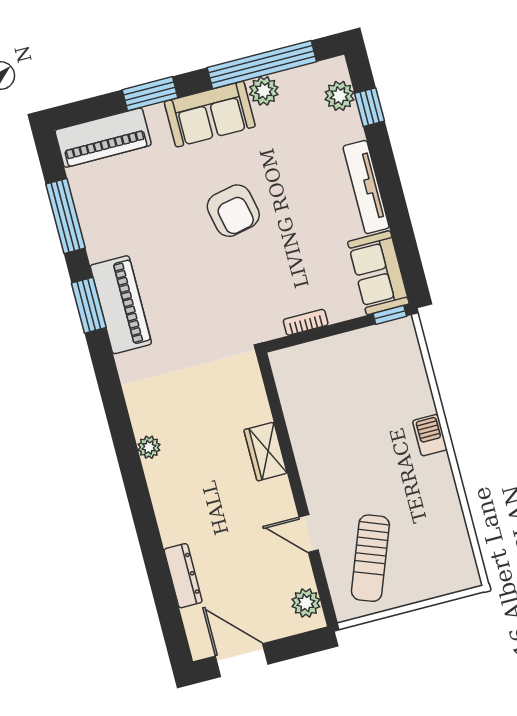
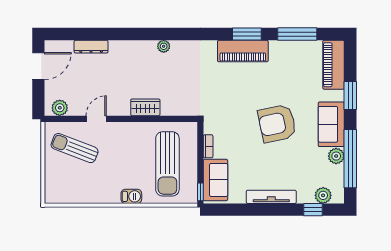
armchair: (233, 211) -> (277, 123), width x1.36, depth x1.36
sofa: (378, 273) -> (215, 180), moved, turned 90
sun lounger: (356, 386) -> (167, 164), added

